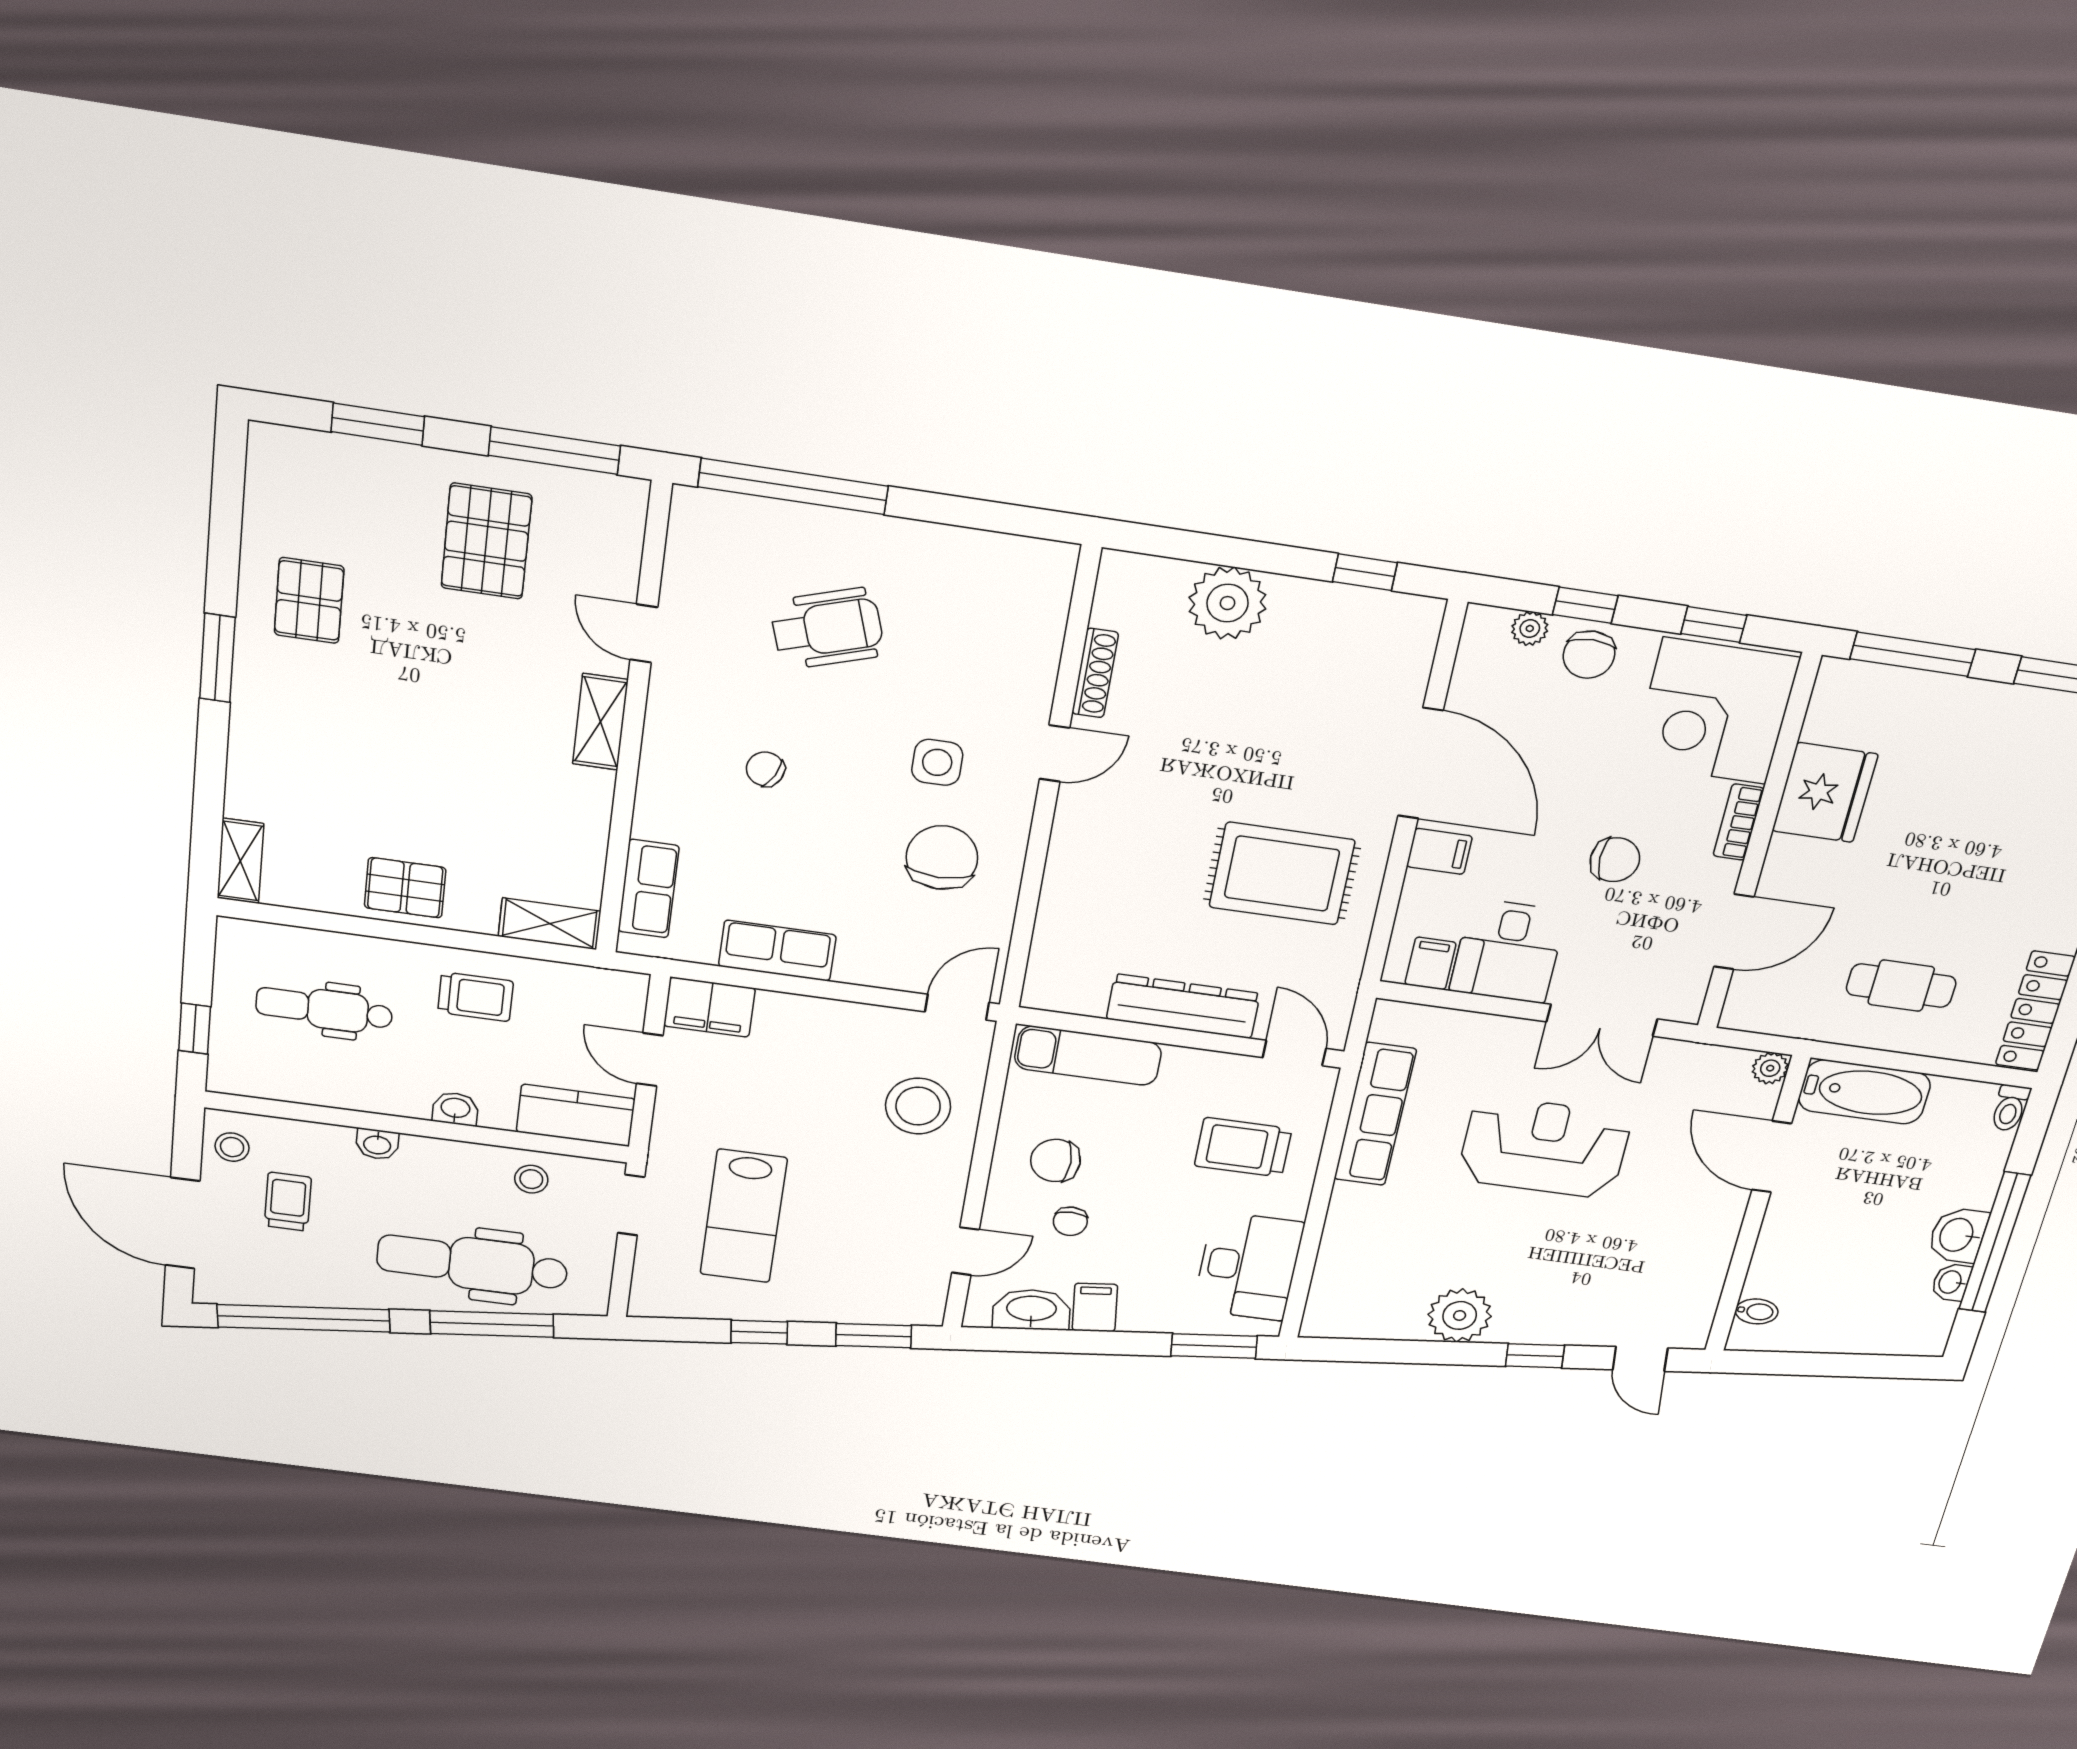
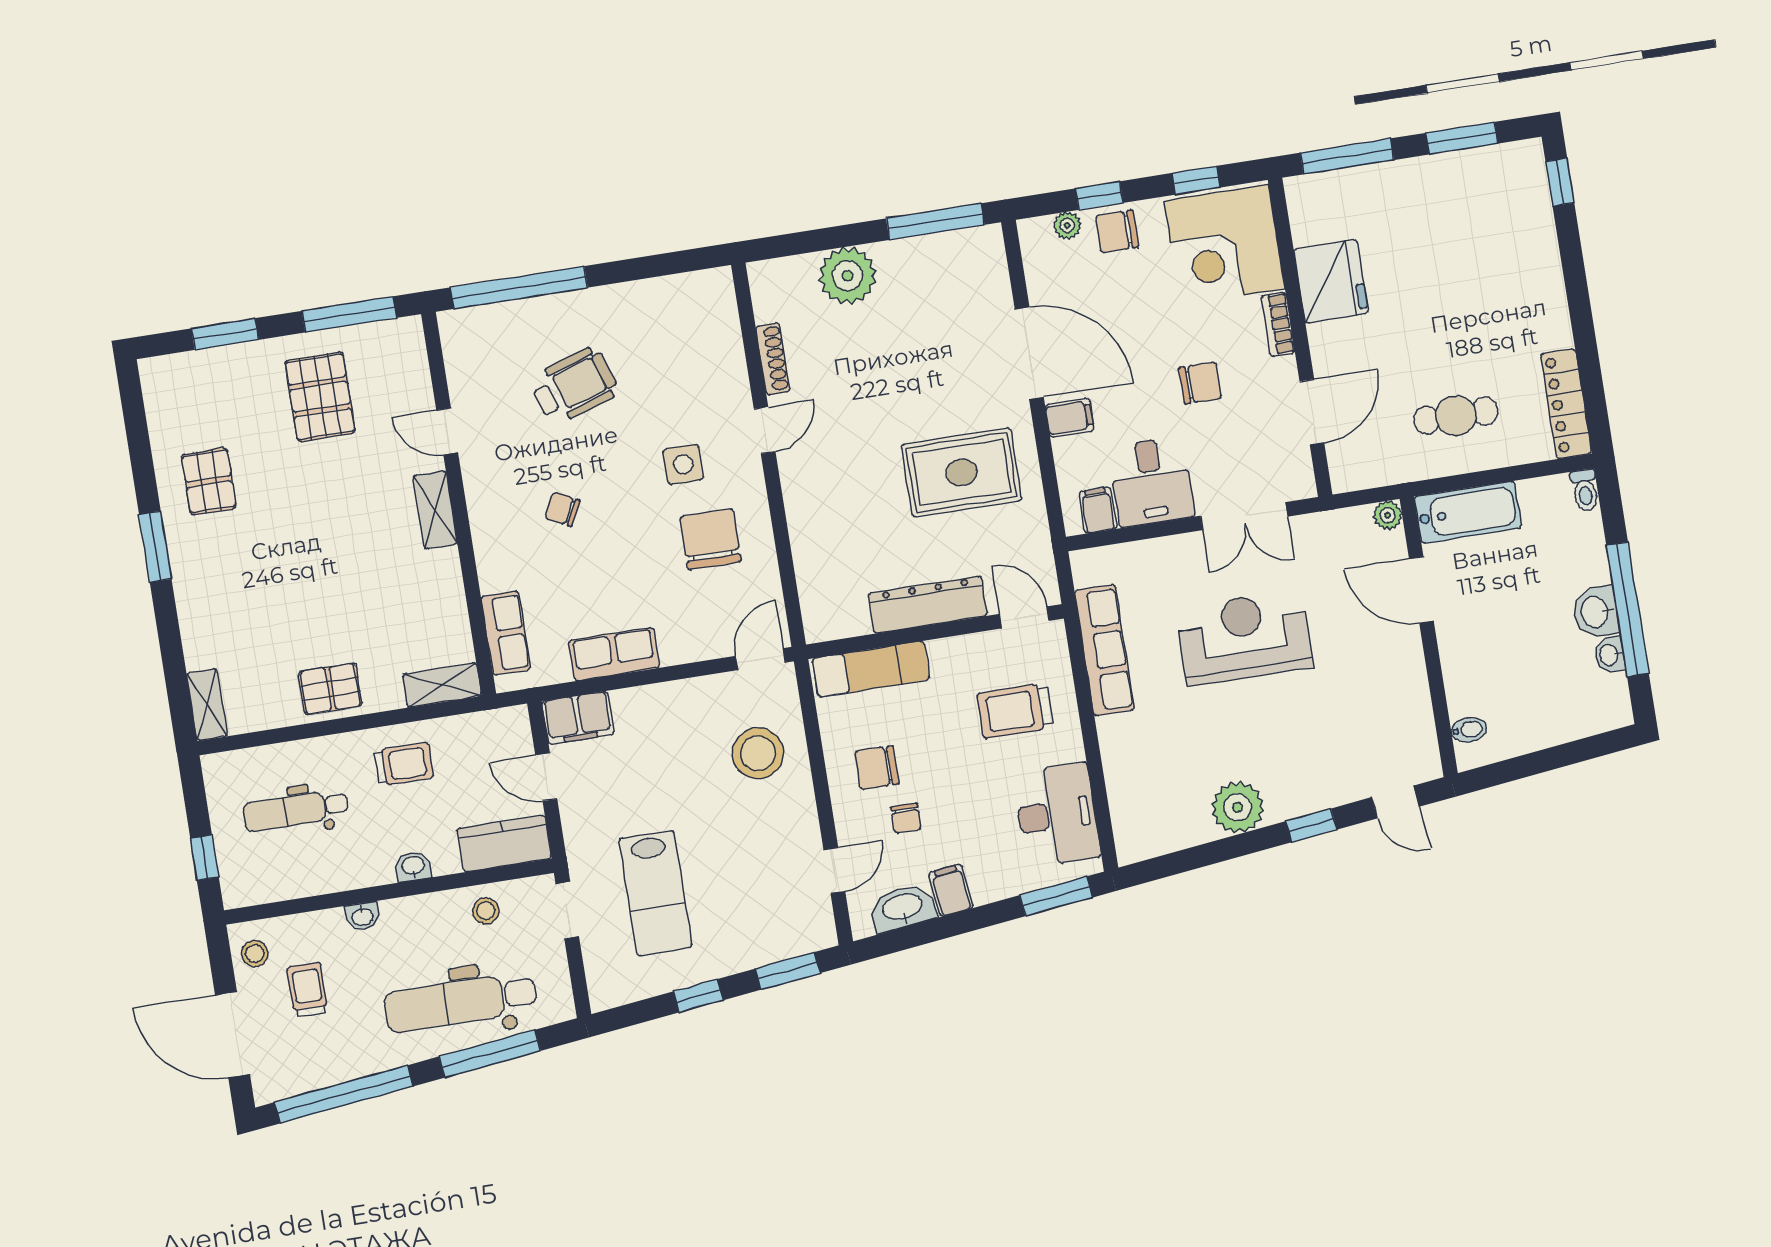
window: (1365, 572) -> (935, 222), width x2.17
chair: (1589, 655) -> (1117, 231), turned 90

